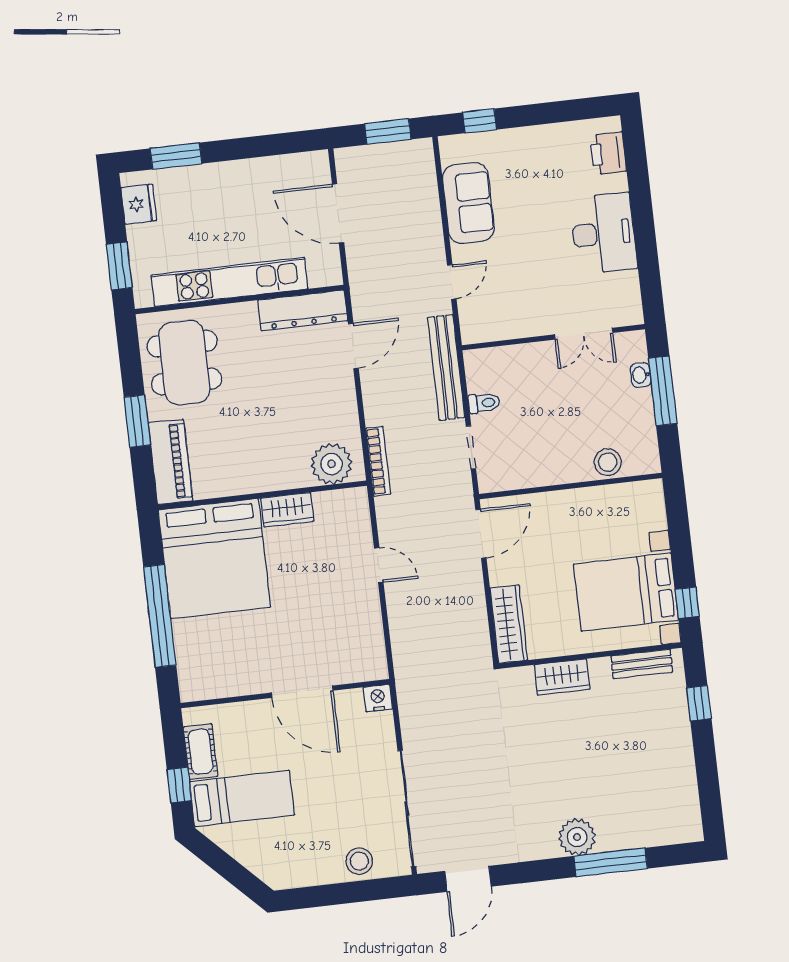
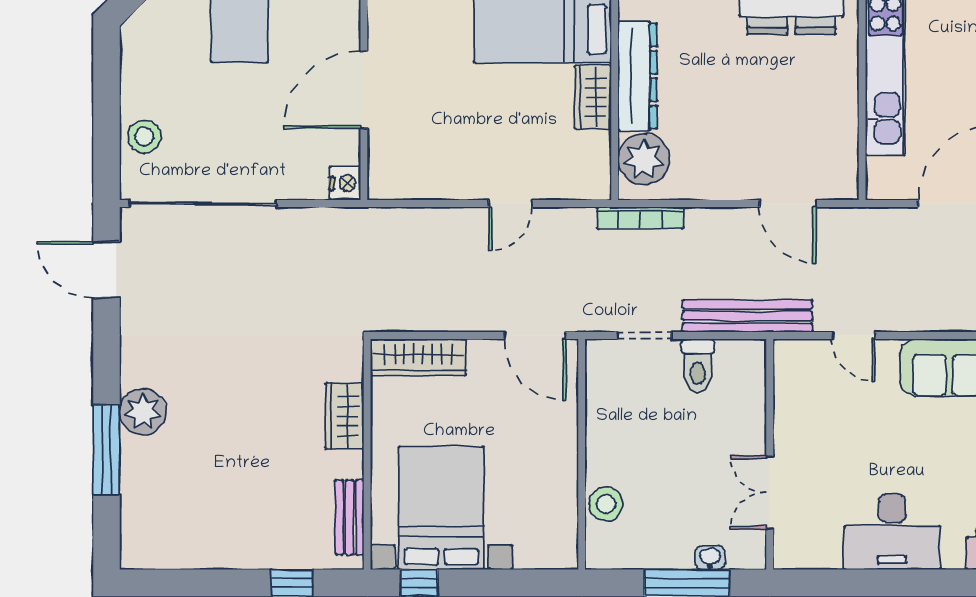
dresser: (303, 310) -> (637, 76), moved, turned 180
toilet: (484, 403) -> (698, 366), width x1.37, depth x1.39

